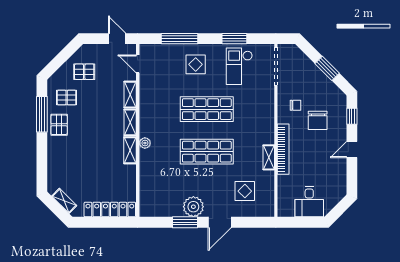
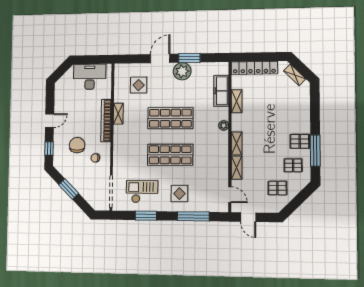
checkout: (239, 66) -> (142, 192), turned -90
pallet: (59, 125) -> (300, 141), turned 90
shelving: (130, 150) -> (237, 101), moved
freezer: (148, 183) -> (221, 91), added
desk: (309, 202) -> (90, 77), width x1.37

